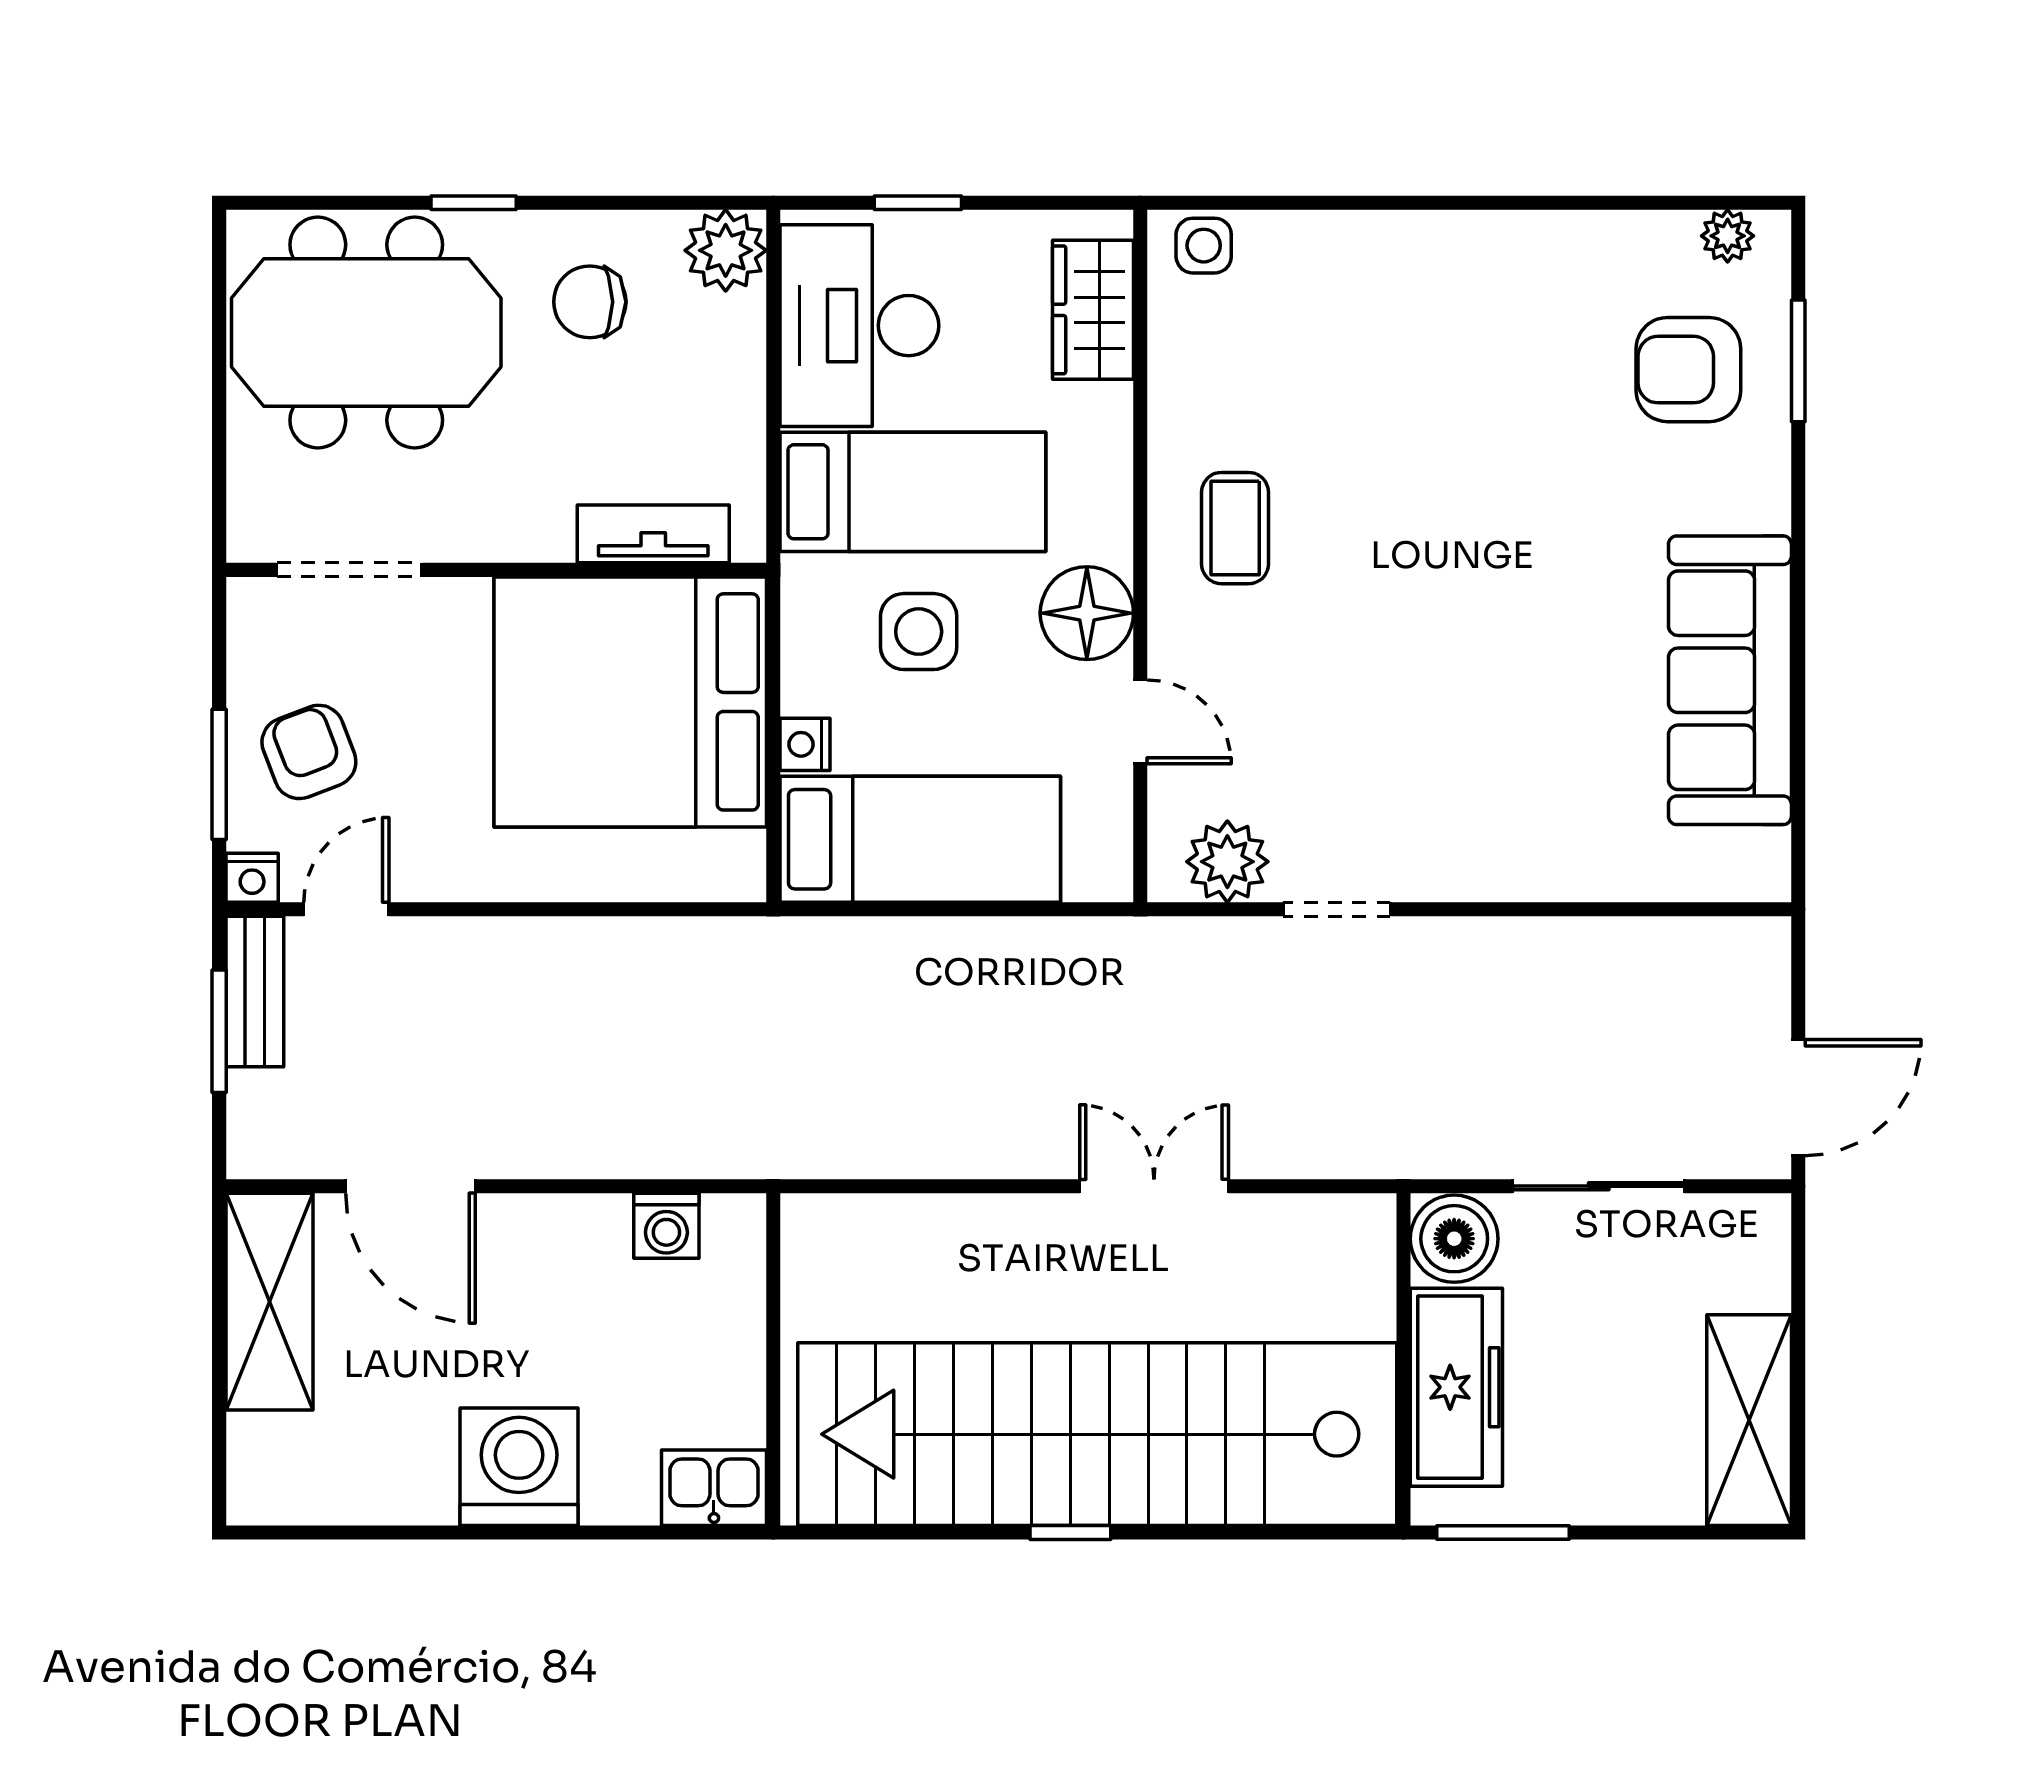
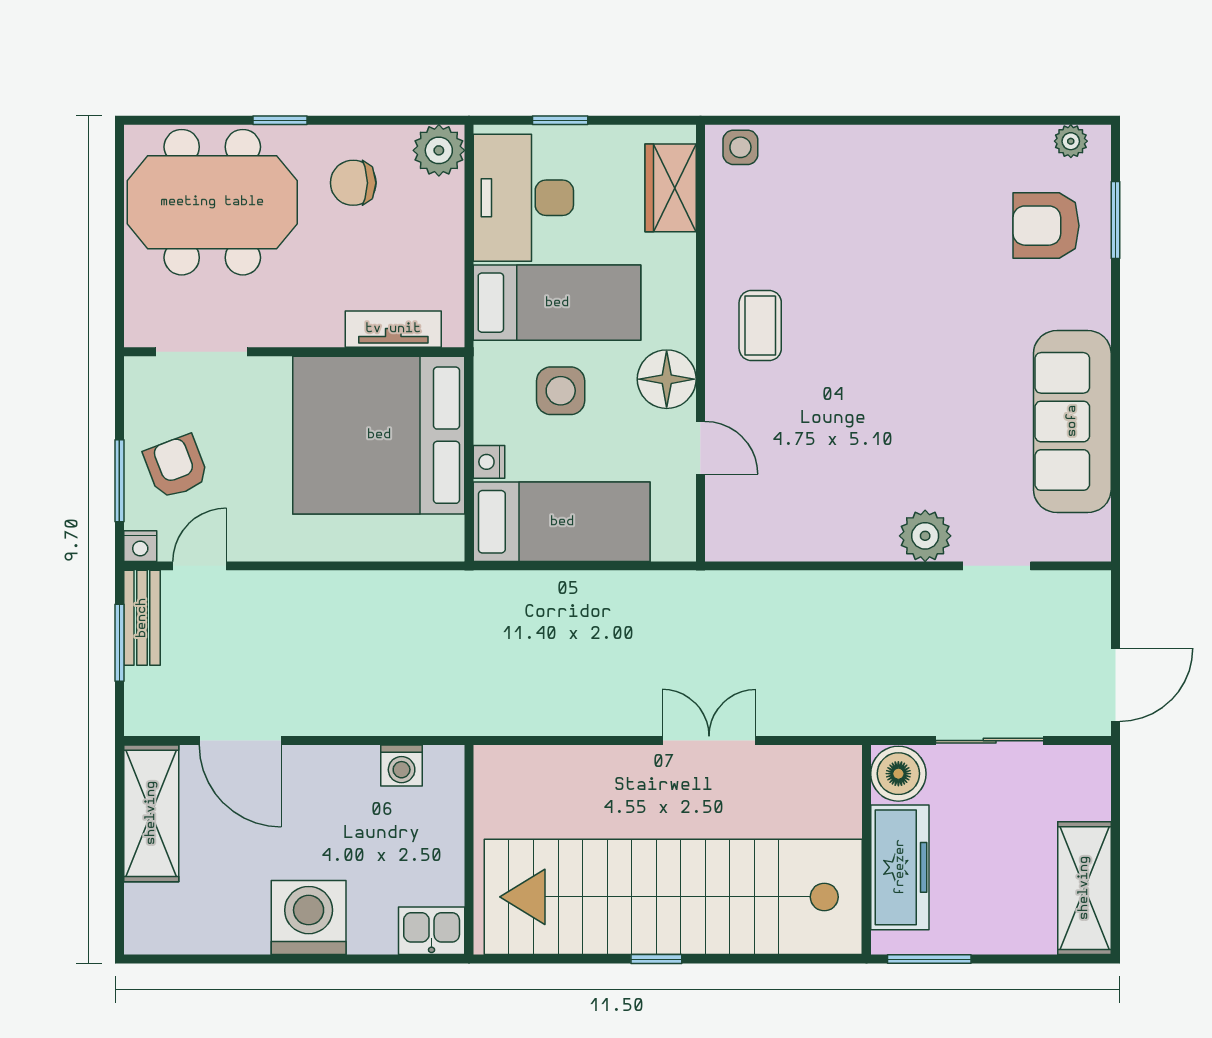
plant: (1227, 862) -> (925, 536), moved
doorway: (1337, 909) -> (997, 566), moved

